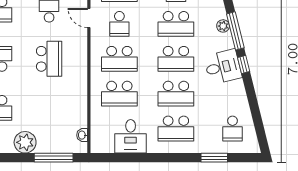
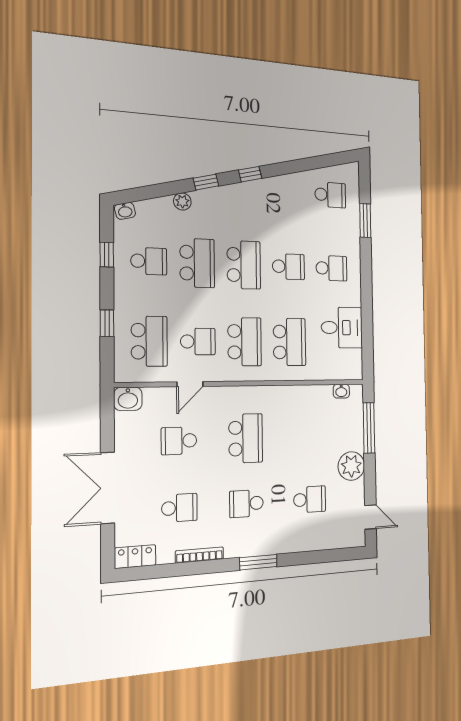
plant: (223, 26) -> (182, 201), moved
window: (235, 31) -> (206, 182), width x0.46
school desk: (49, 59) -> (246, 438), turned 90
desk: (223, 67) -> (254, 202), removed
school desk: (176, 94) -> (288, 267), width x0.54
school desk: (176, 129) -> (331, 268), width x0.54

